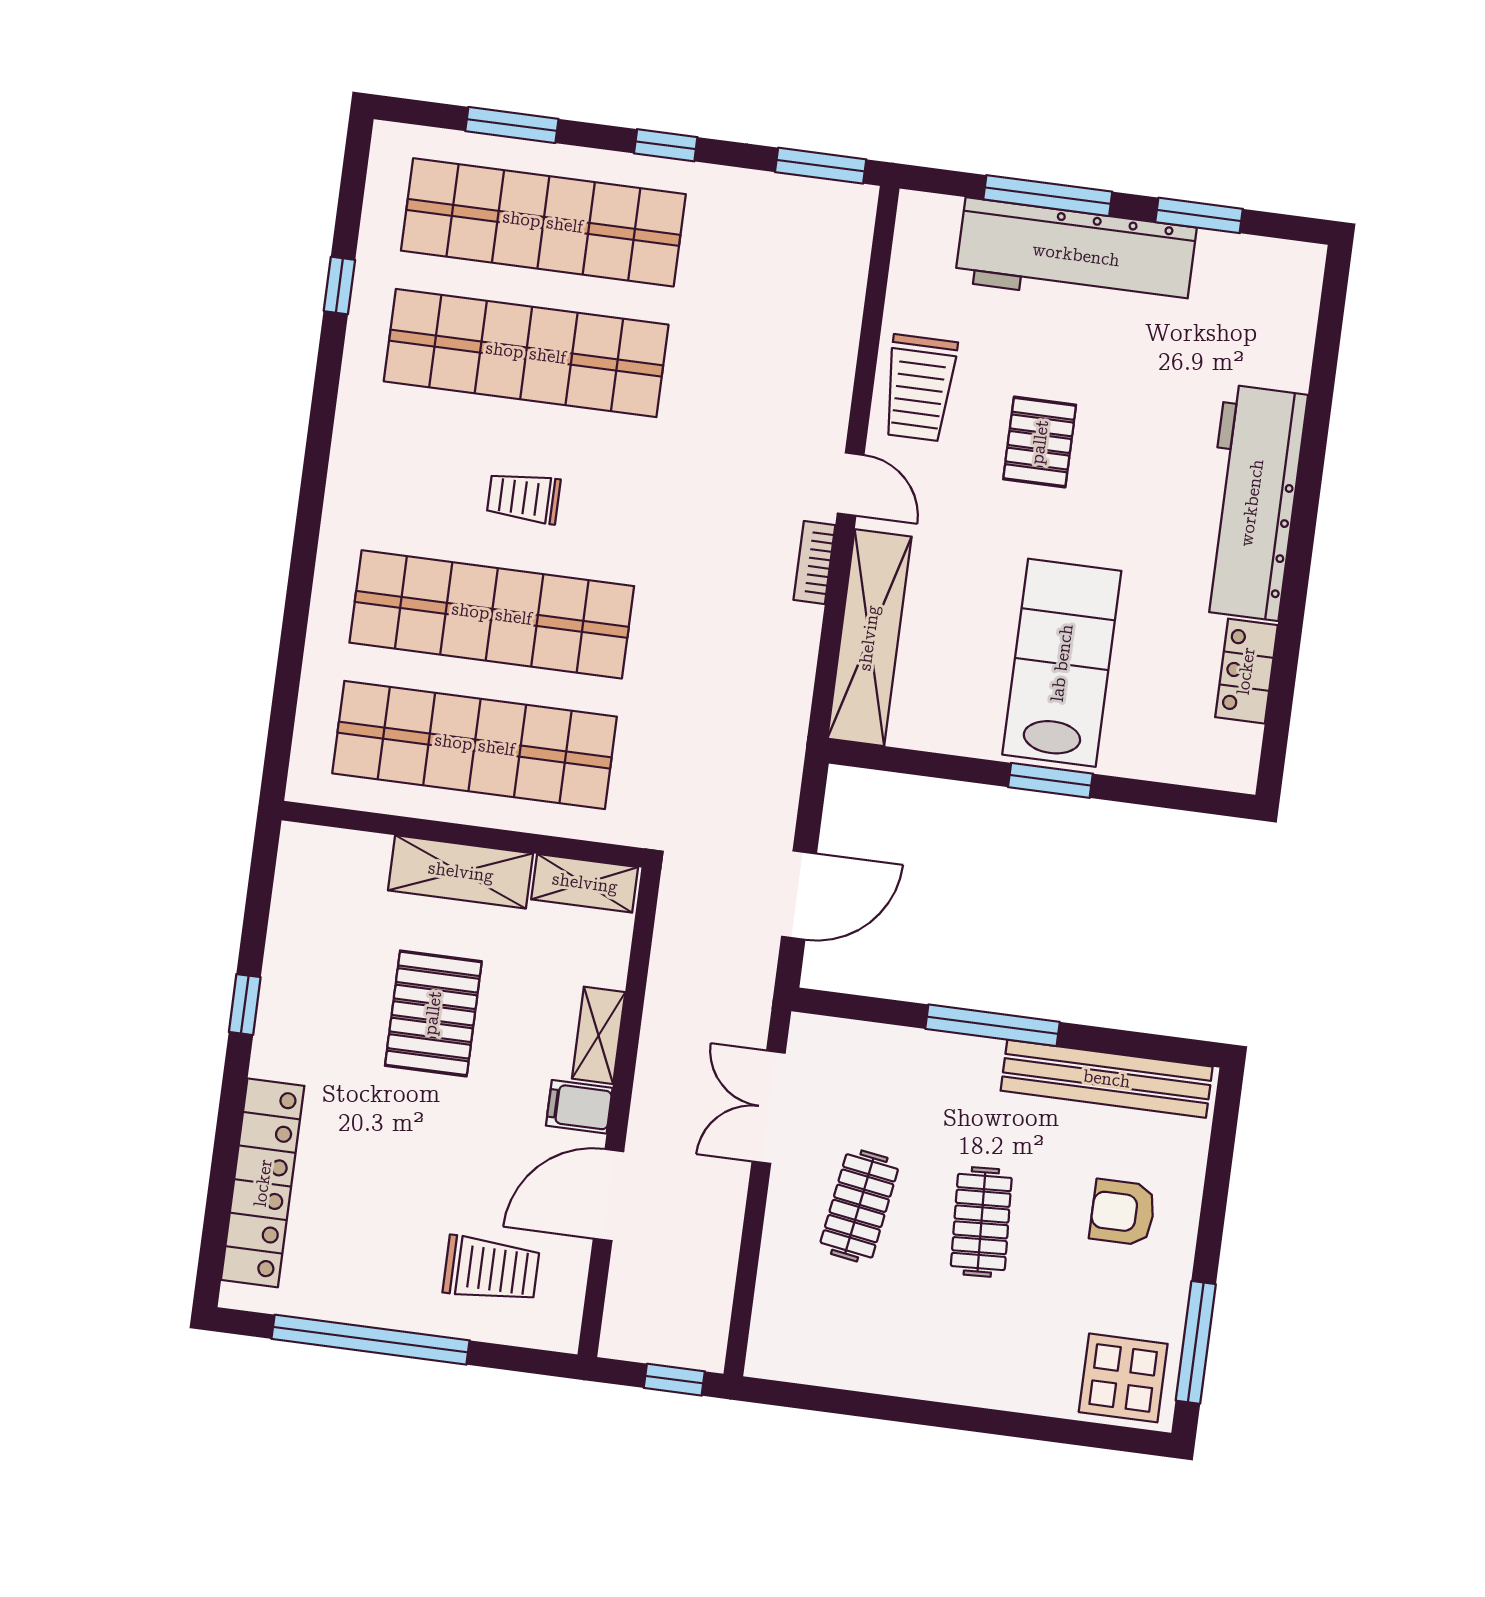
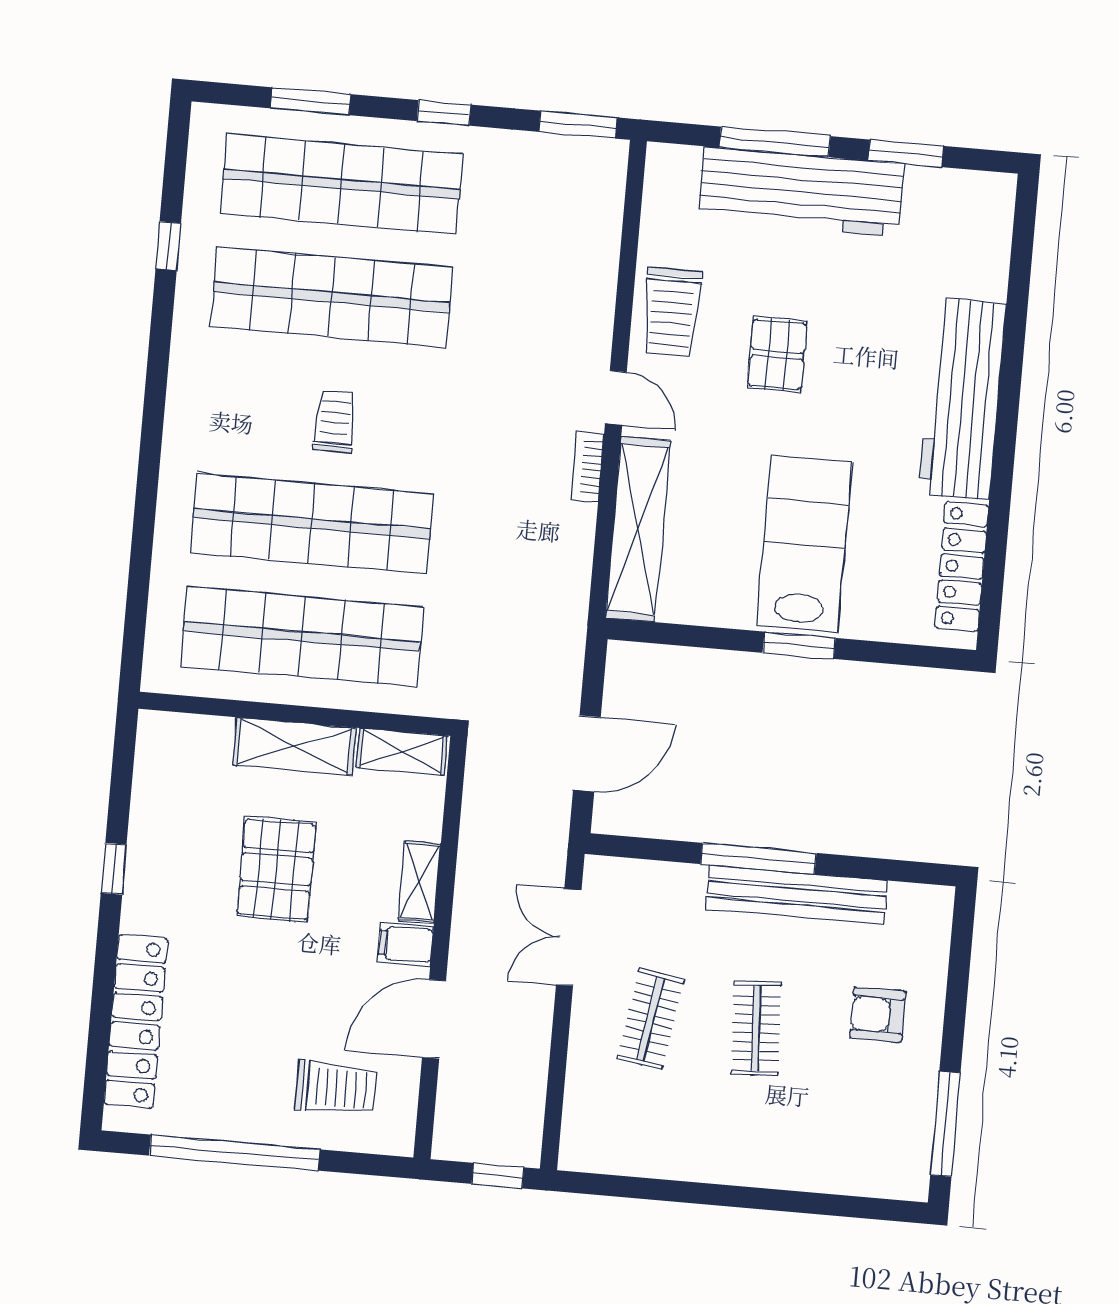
trolley: (524, 498) -> (335, 422), turned 90
locker: (1246, 671) -> (962, 566), width x1.53
bench: (1107, 1079) -> (797, 895), moved
display table: (1123, 1378) -> (884, 1157), removed

